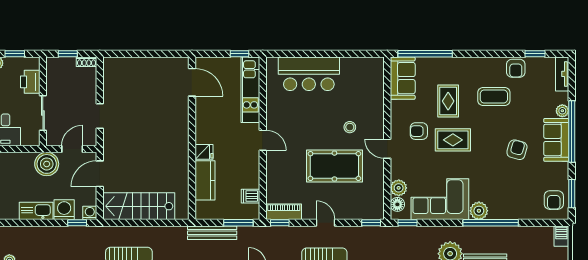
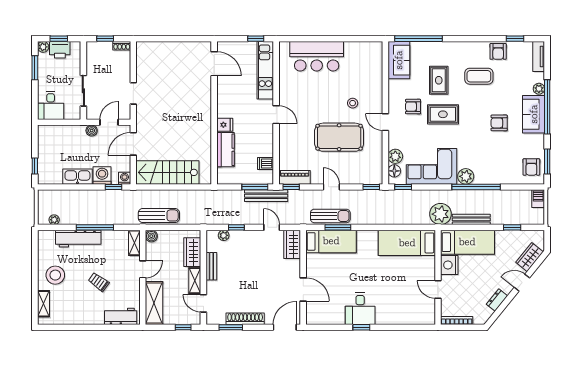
printer: (30, 82) -> (60, 50), moved, turned -90
armchair: (517, 150) -> (499, 123), turned -106
boiler: (47, 164) -> (92, 131), width x0.54, depth x0.54
bench: (212, 233) -> (266, 196), moved

